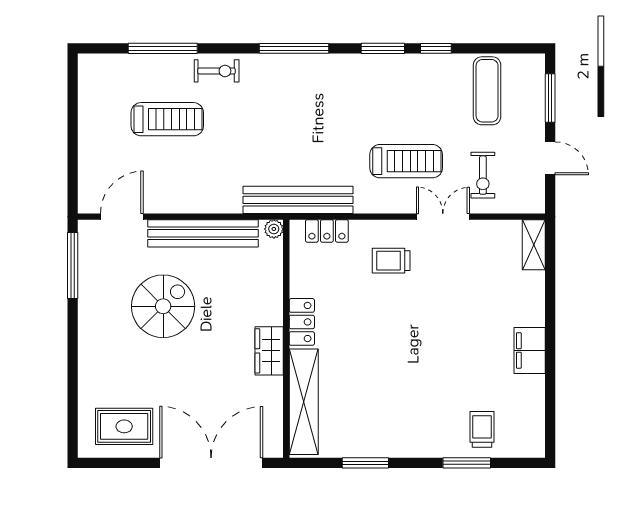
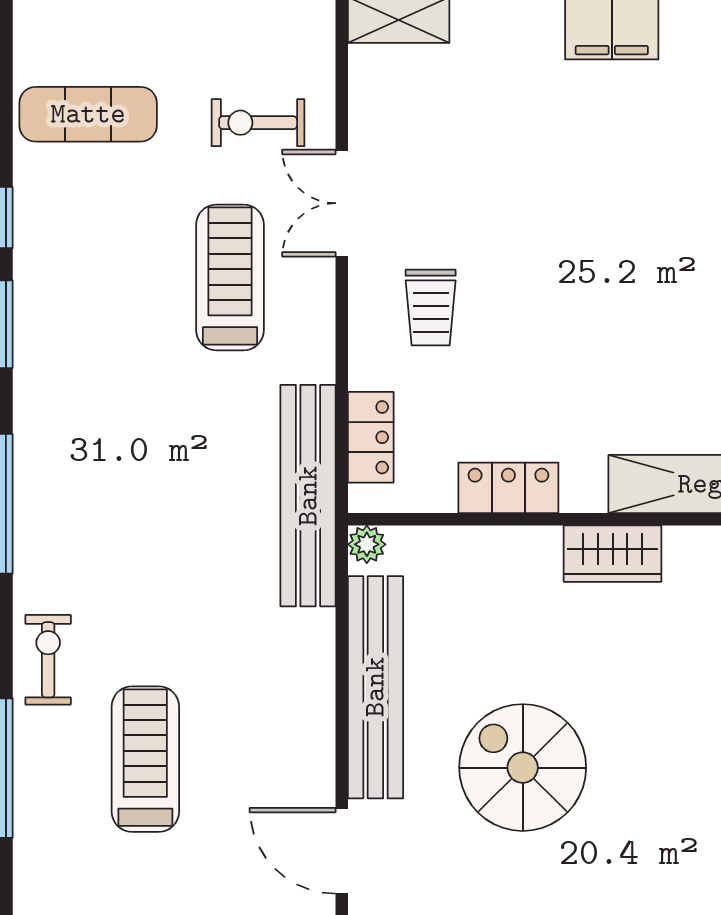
exercise bike: (483, 175) -> (258, 123), turned 180
locker: (302, 322) -> (508, 488), moved

